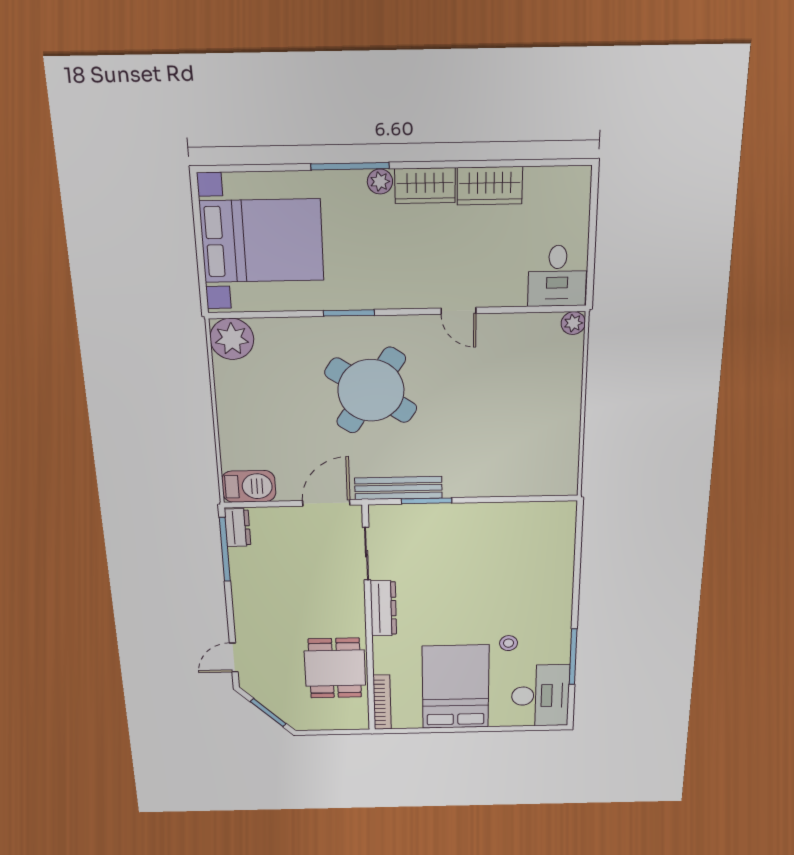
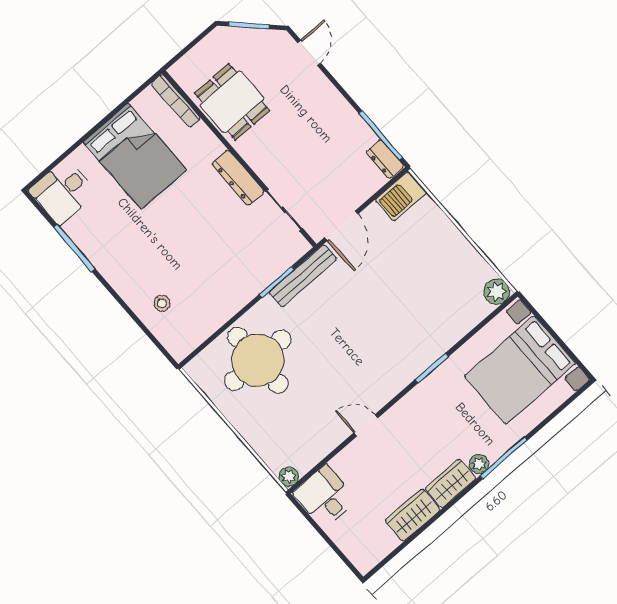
plant: (232, 339) -> (497, 292), width x0.73, depth x0.73
round table: (371, 390) -> (258, 360), moved, turned -34
stool: (509, 643) -> (162, 303), moved
desk: (540, 696) -> (63, 192), width x0.73

